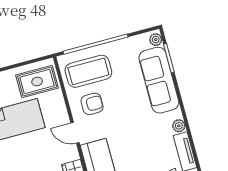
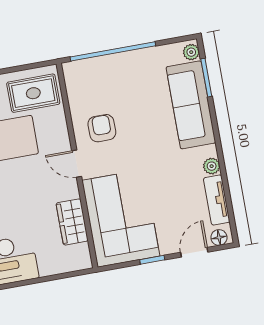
coffee table: (88, 71) -> (101, 86), removed
armchair: (92, 104) -> (102, 128), turned -90

